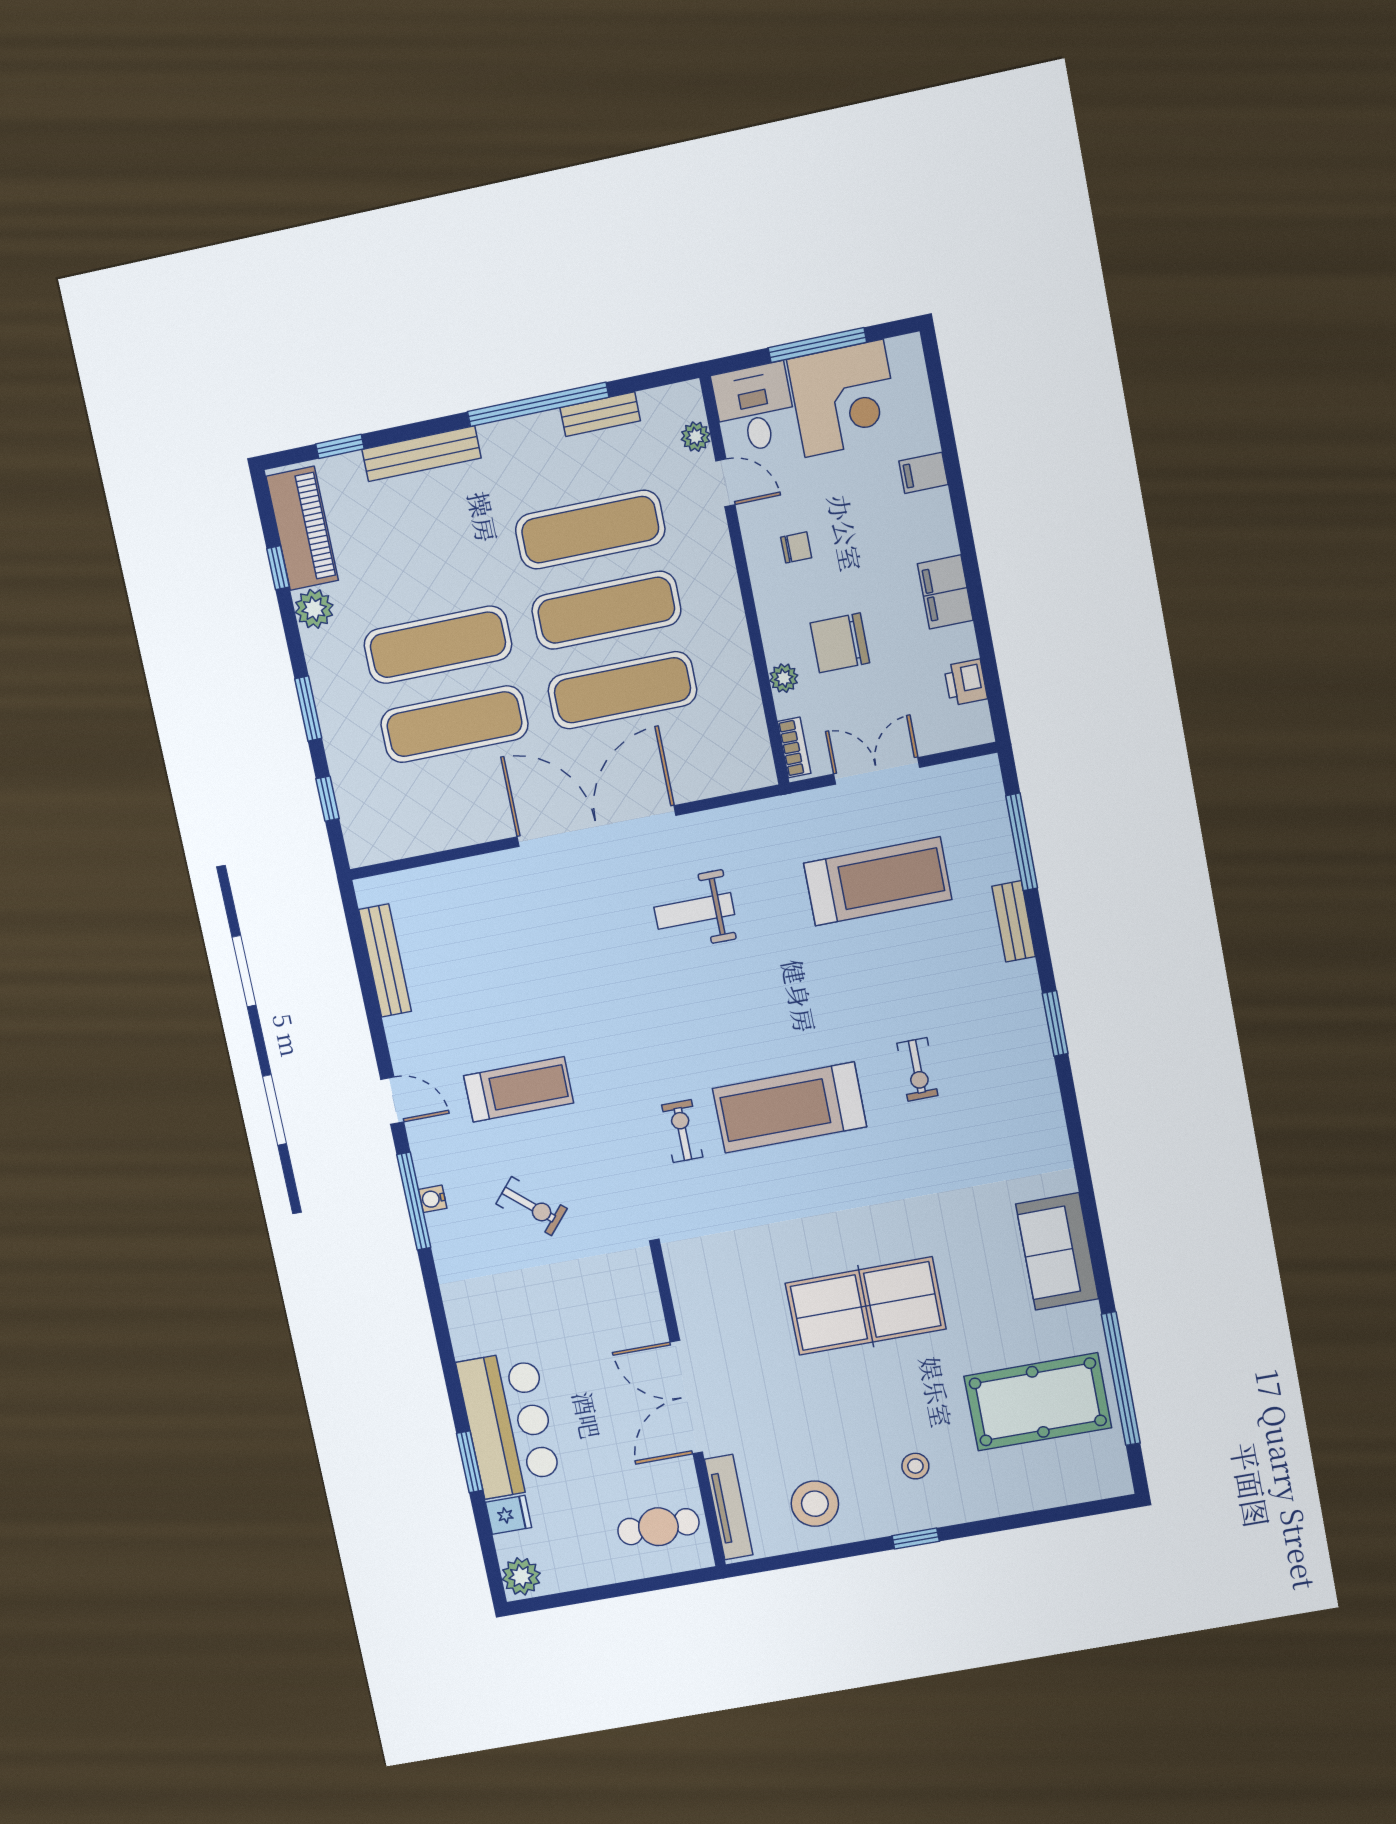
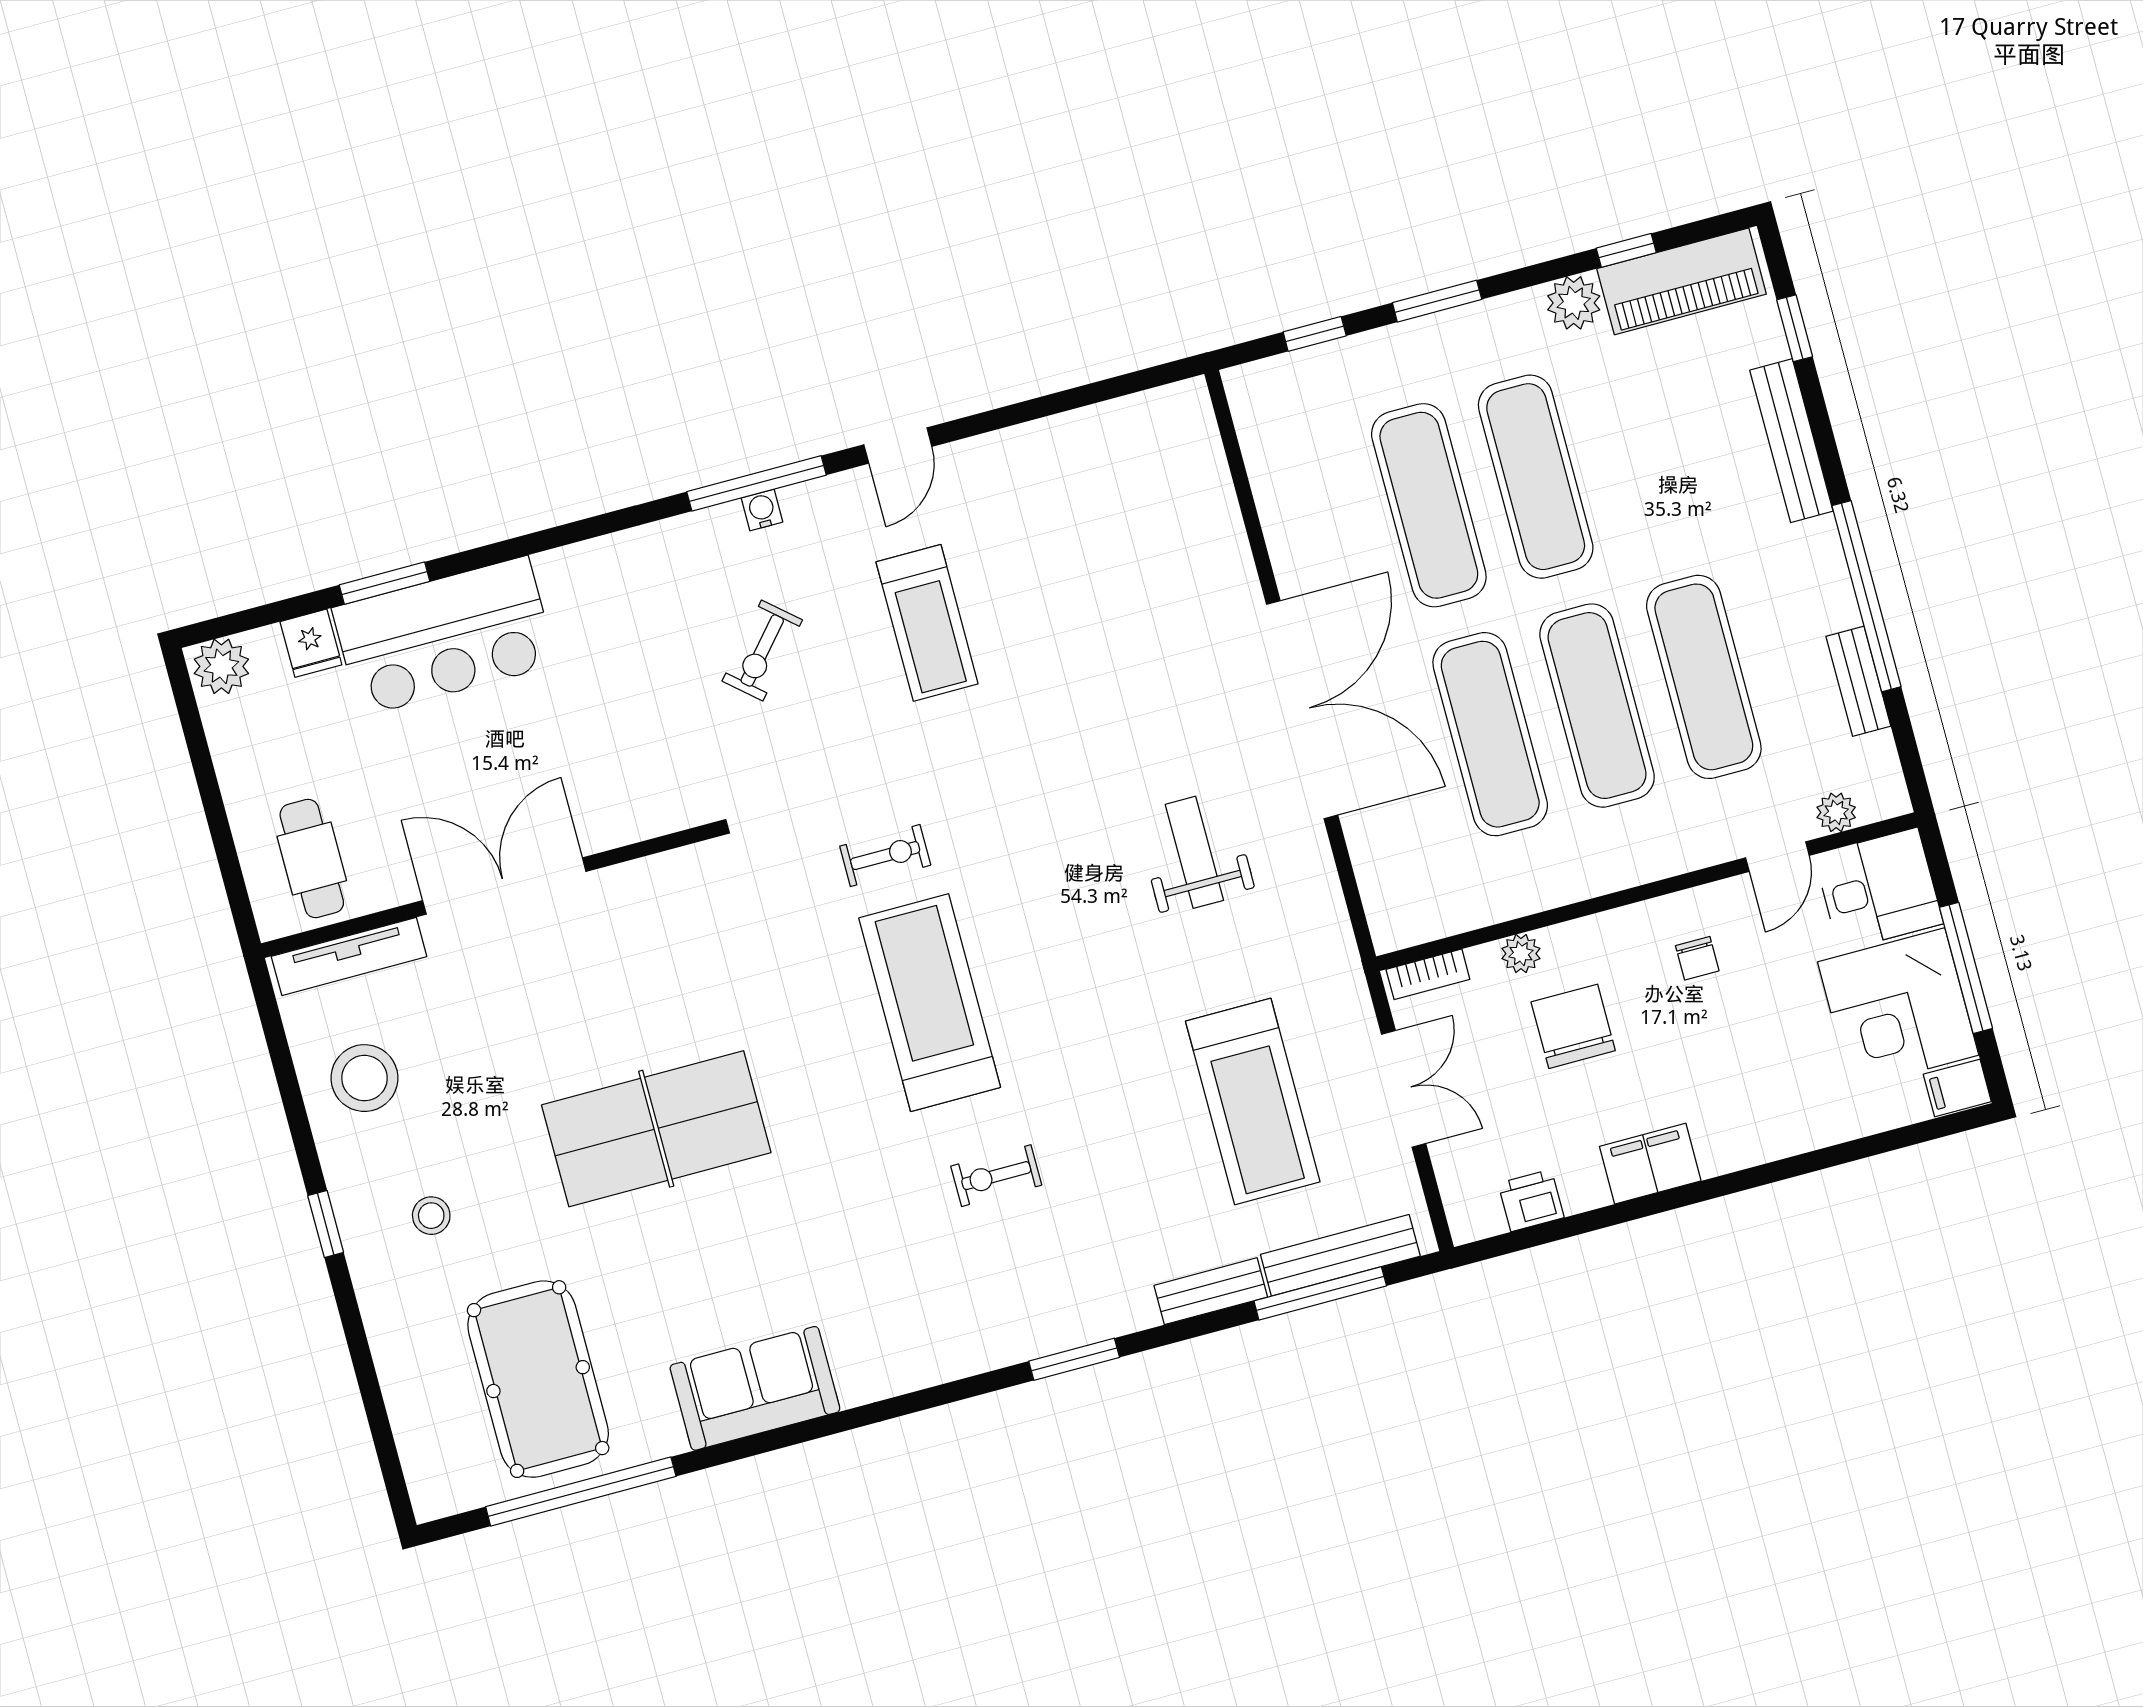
filing cabinet: (923, 473) -> (1957, 1088), moved, turned -90
bench: (385, 960) -> (1340, 1255), moved
table tennis table: (866, 1306) -> (656, 1129), turned 90

